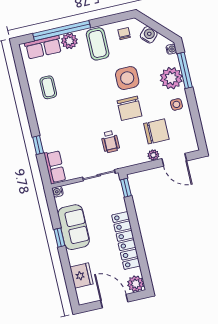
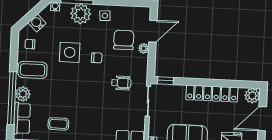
chair: (129, 108) -> (97, 58), width x0.54, depth x0.54

